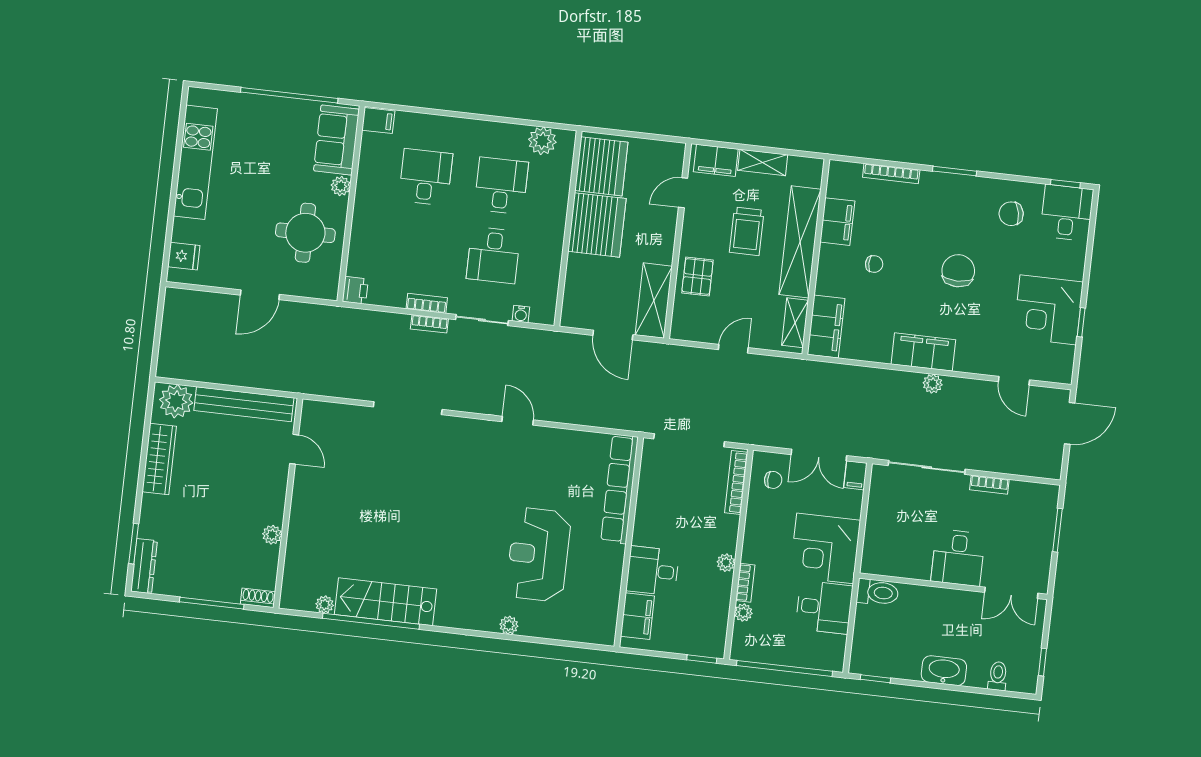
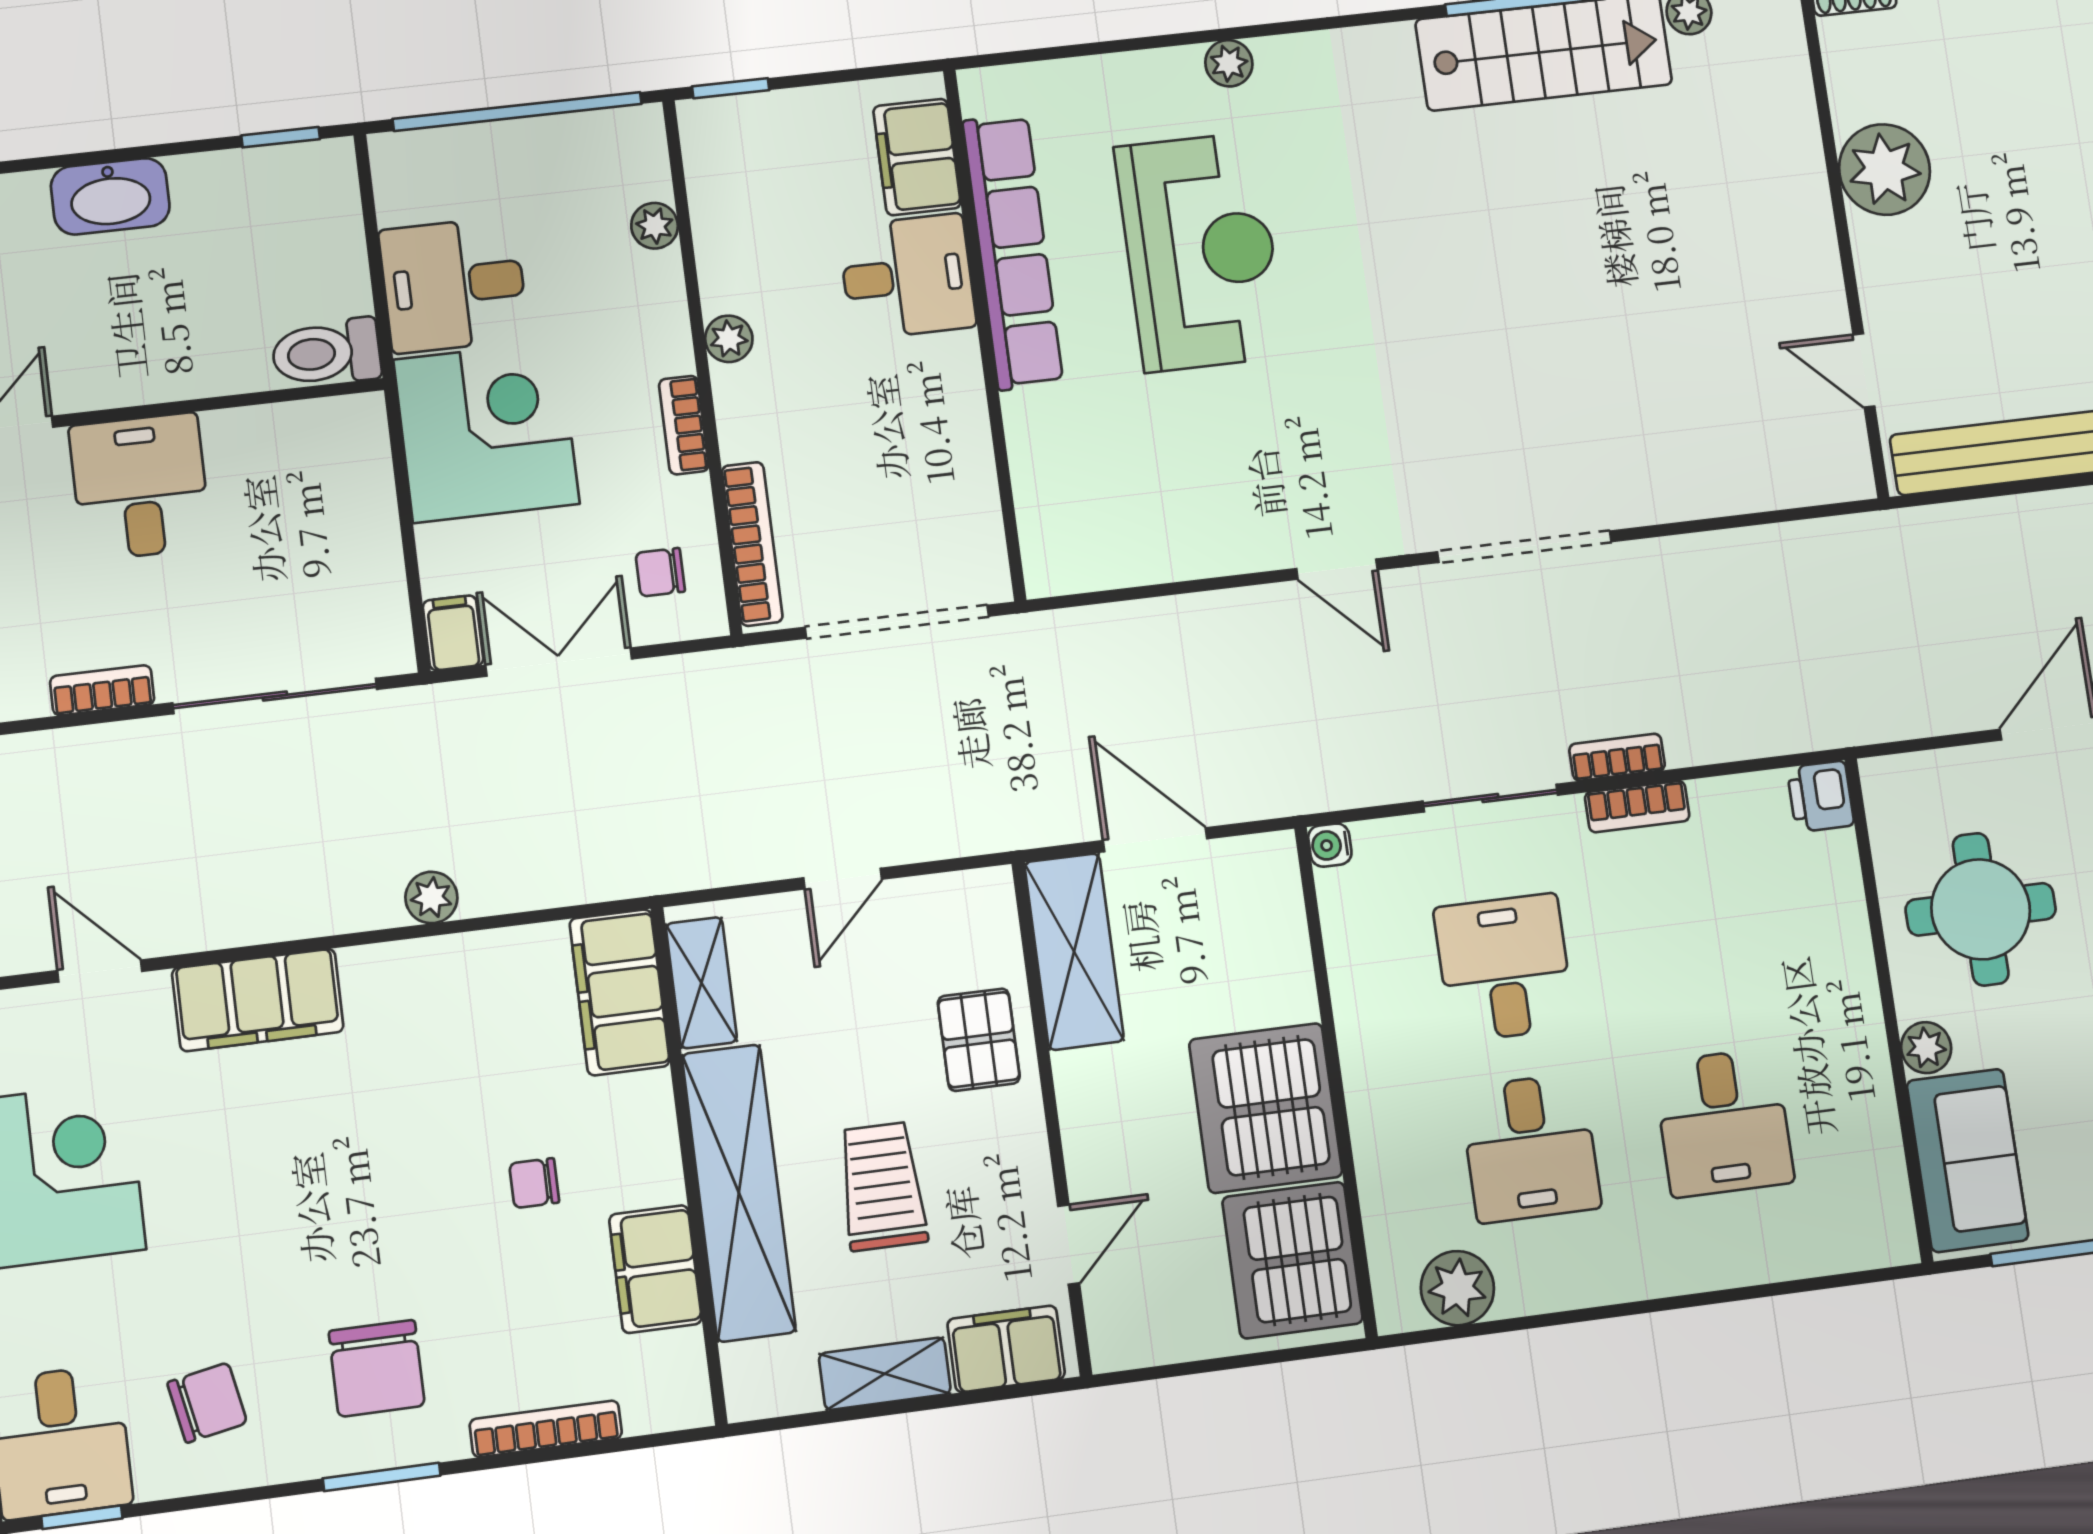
filing cabinet: (378, 121) -> (1878, 1236), removed
chair: (958, 271) -> (377, 1368), moved
water cooler: (521, 314) -> (1330, 845), moved, turned -90
filing cabinet: (923, 352) -> (258, 1000), moved
plant: (933, 384) -> (431, 897), moved
doorway: (408, 408) -> (1524, 547), moved
row of seats: (620, 489) -> (1013, 252), moved
plant: (272, 535) -> (1885, 170), width x1.88, depth x1.88
bookcase: (745, 583) -> (684, 425), moved

